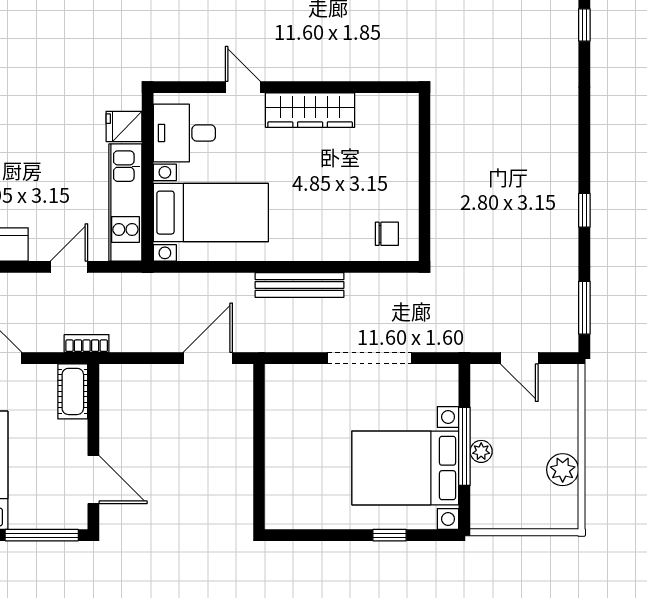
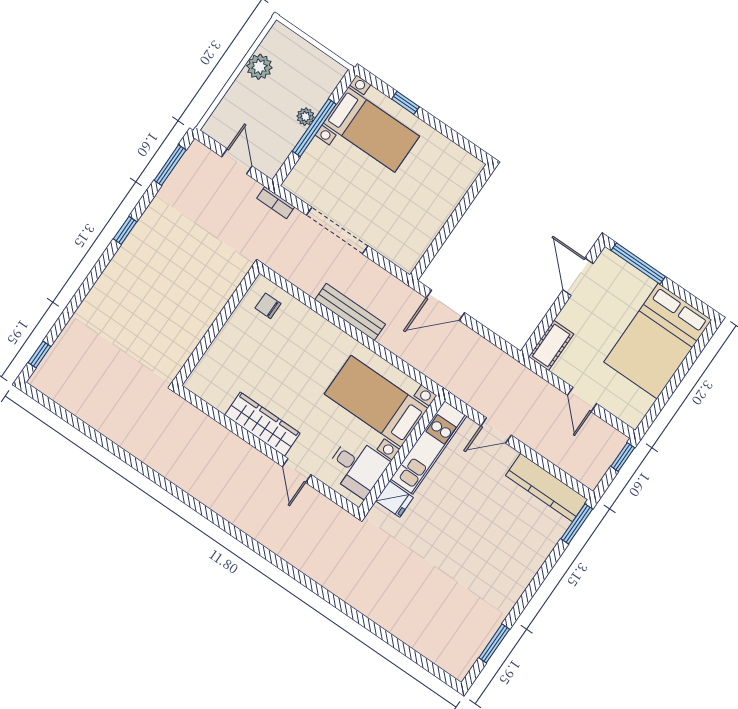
bookcase: (87, 344) -> (276, 203), moved
bed with nightstands: (405, 468) -> (371, 130), width x0.73

